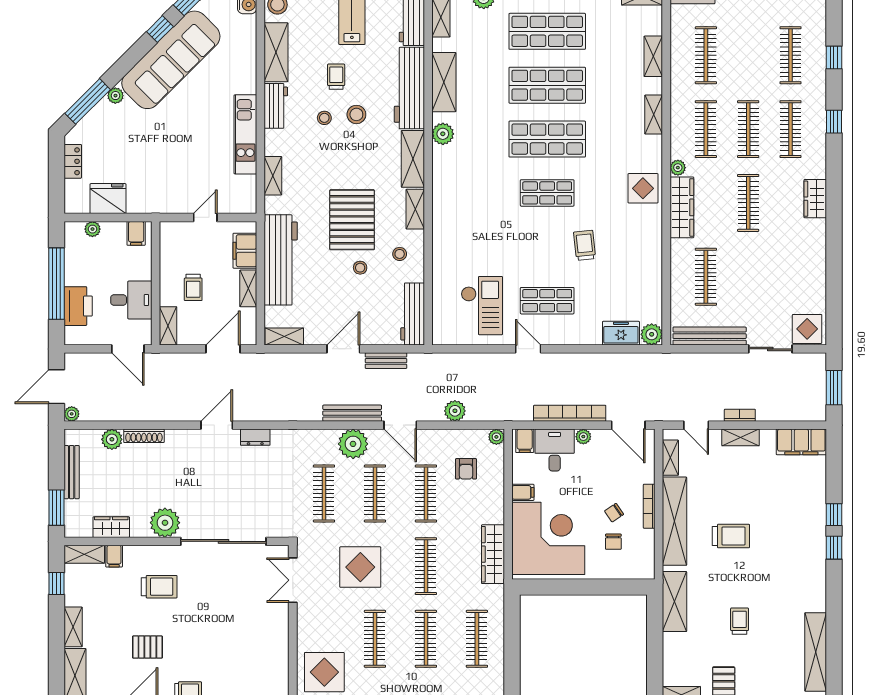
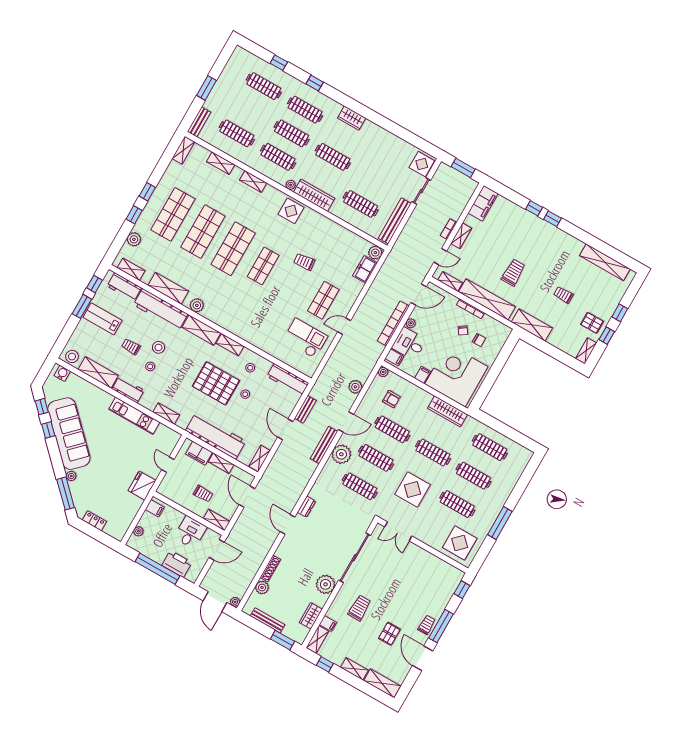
fridge: (108, 199) -> (142, 486), moved

